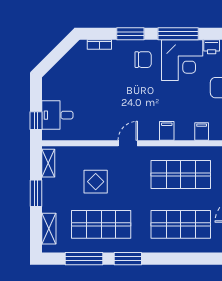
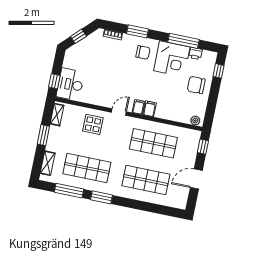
window: (178, 34) -> (184, 41), moved
window: (55, 56) -> (78, 36), added
desk: (57, 115) -> (70, 84), width x1.37
filing cabinet: (202, 131) -> (138, 107), moved
display table: (96, 182) -> (93, 124), moved

